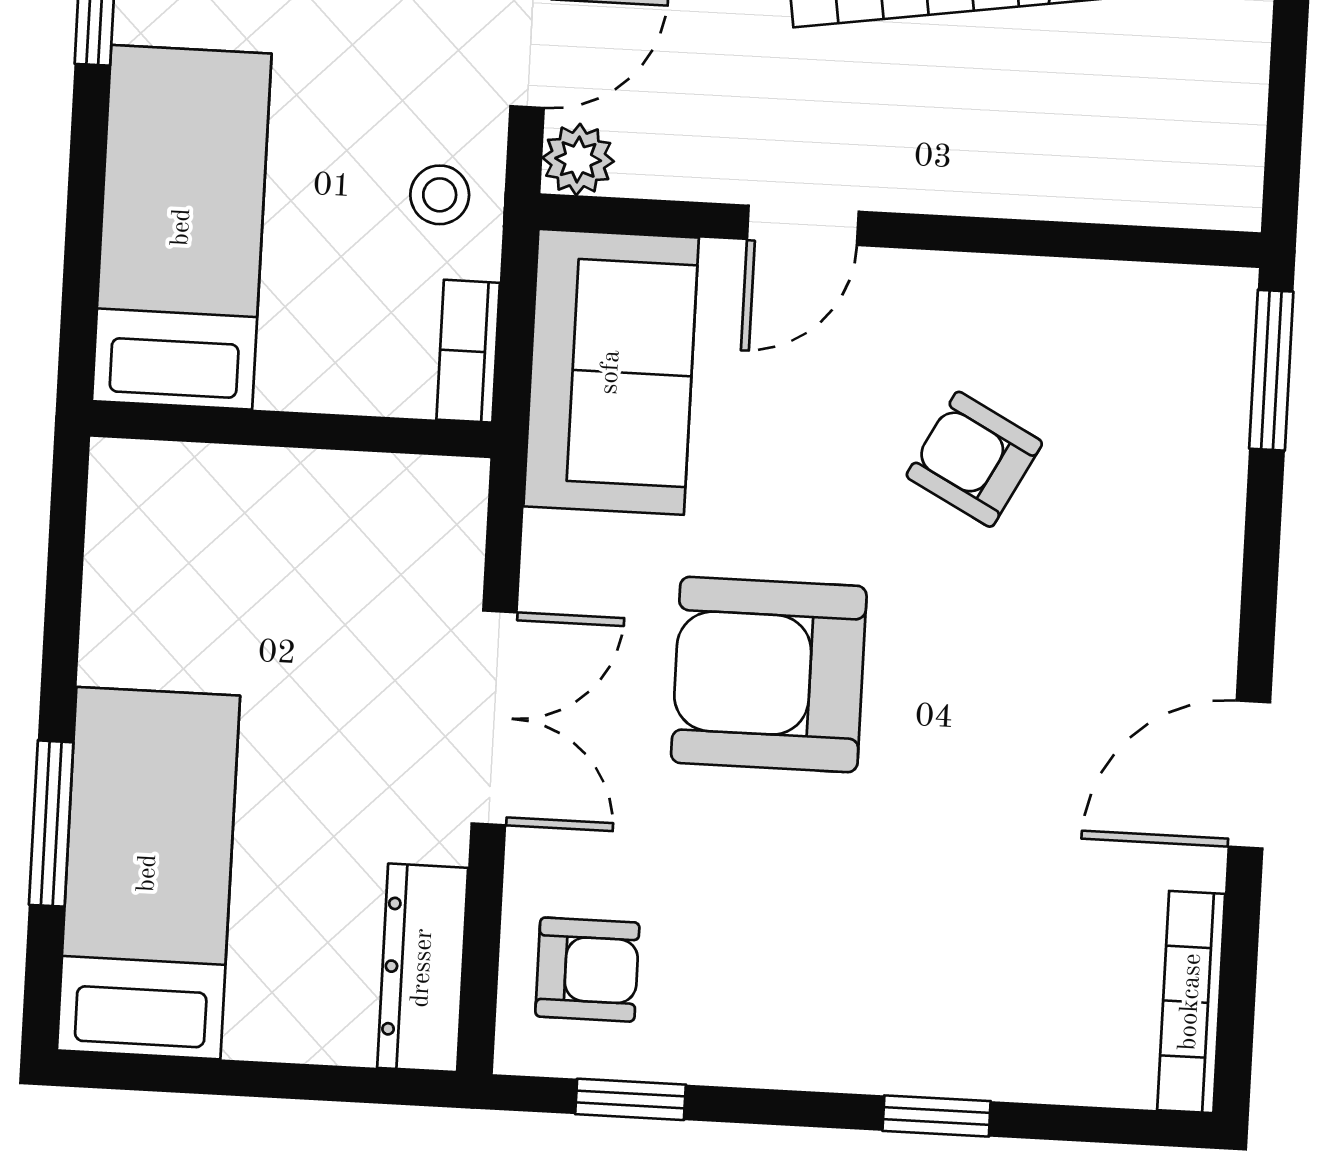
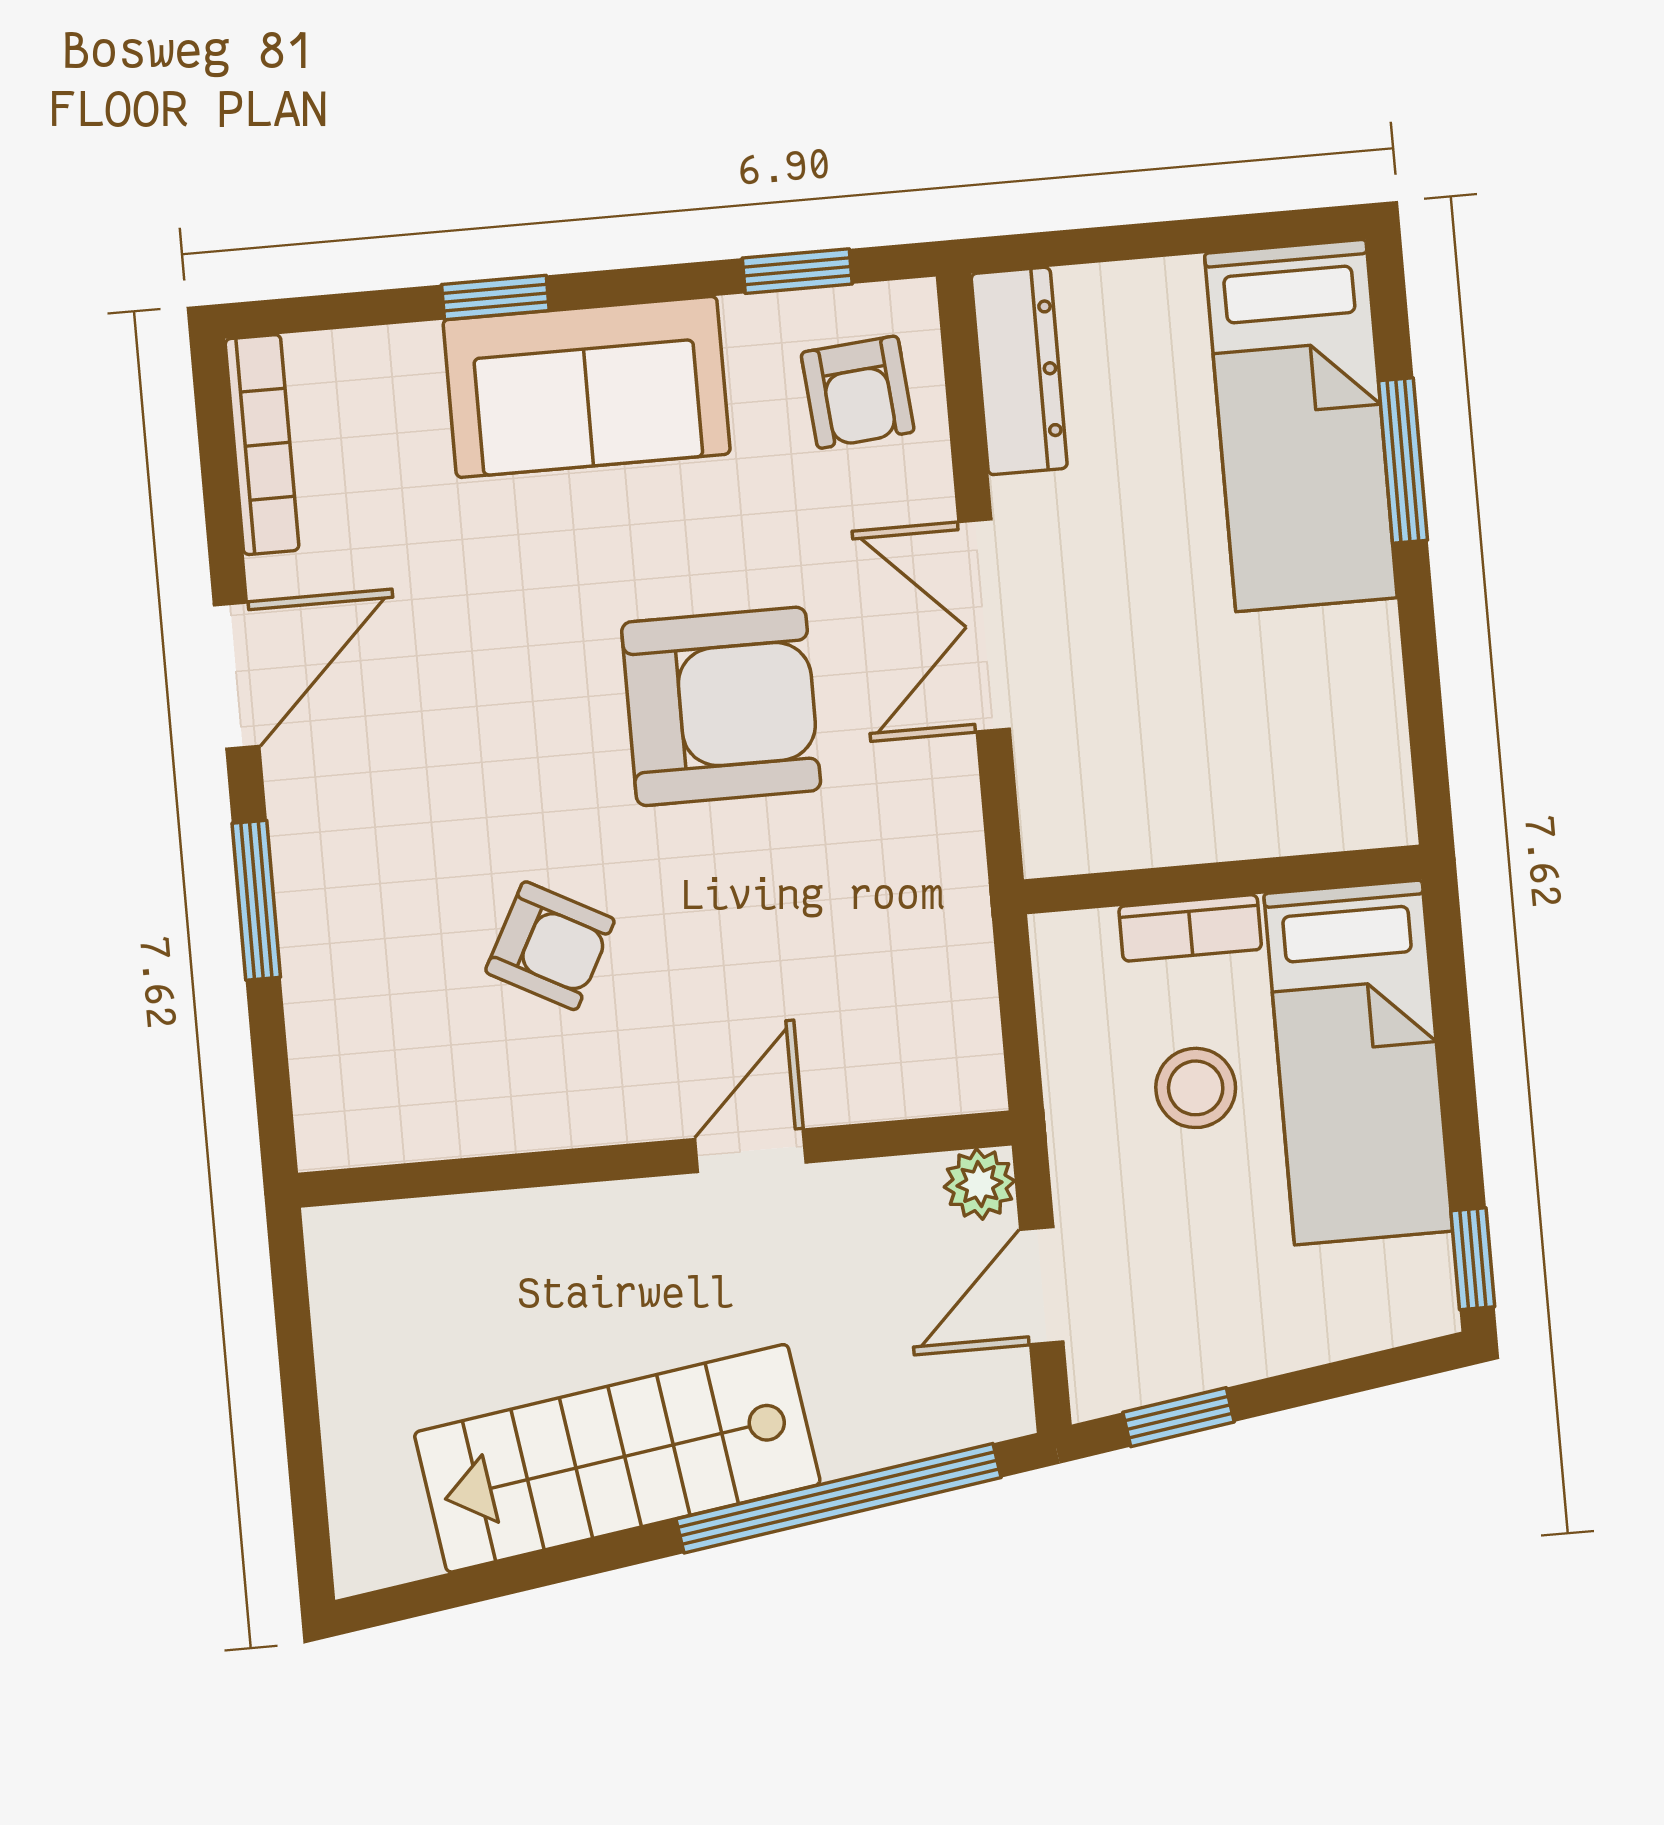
stool: (440, 195) -> (1196, 1088), moved, width x1.37, depth x1.37
bookcase: (468, 351) -> (1190, 928), moved, turned 90
window: (1271, 370) -> (256, 900), moved
sofa: (611, 372) -> (587, 387), moved, turned -90
armchair: (587, 970) -> (858, 392), turned -95

